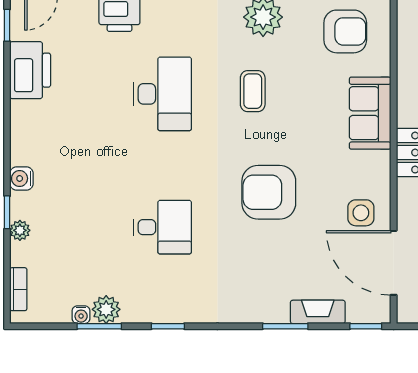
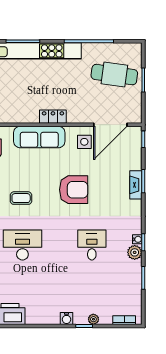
sofa: (370, 113) -> (39, 137), width x1.36
armchair: (269, 192) -> (74, 190), turned -90
plant: (106, 309) -> (135, 252), moved
fireplace: (318, 312) -> (136, 185), moved
water cooler: (81, 315) -> (137, 239), moved

